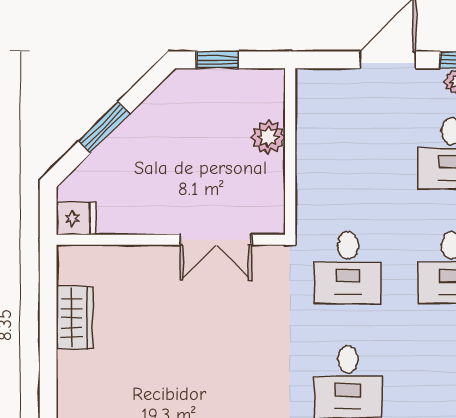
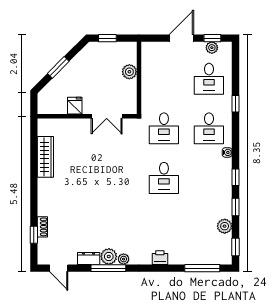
fridge: (76, 218) -> (75, 106), moved, turned -90
wardrobe: (75, 318) -> (45, 157), width x1.50

